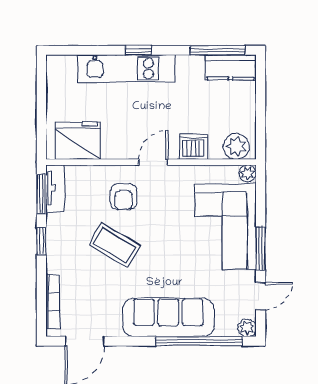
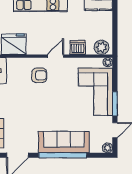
armchair: (124, 197) -> (39, 75), turned -90
coffee table: (114, 245) -> (34, 102), removed
window: (199, 341) -> (63, 155), moved

